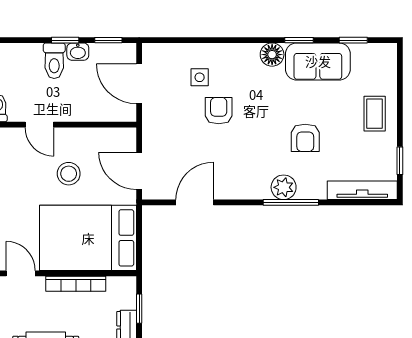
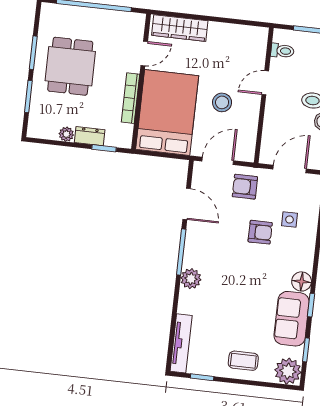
plant: (381, 59) -> (288, 371), added
armchair: (305, 138) -> (245, 187), moved
window: (291, 202) -> (181, 252), moved

